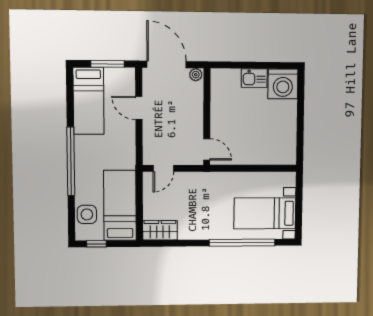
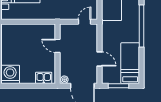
kitchen sink: (254, 78) -> (44, 78), moved
door: (207, 149) -> (58, 46), moved

